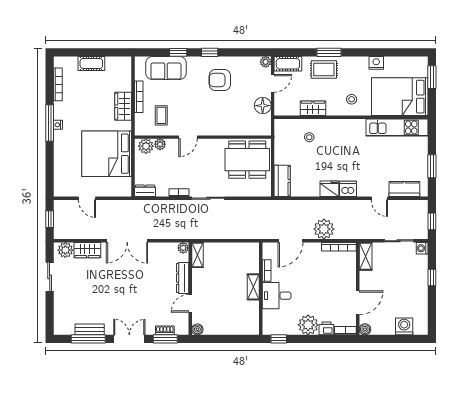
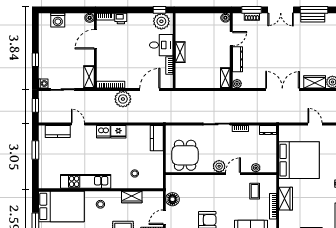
kitchen unit: (397, 127) -> (86, 181), moved
plant: (146, 146) -> (219, 166), moved
dining table: (247, 160) -> (185, 155), width x0.73
plant: (308, 325) -> (161, 21), moved

